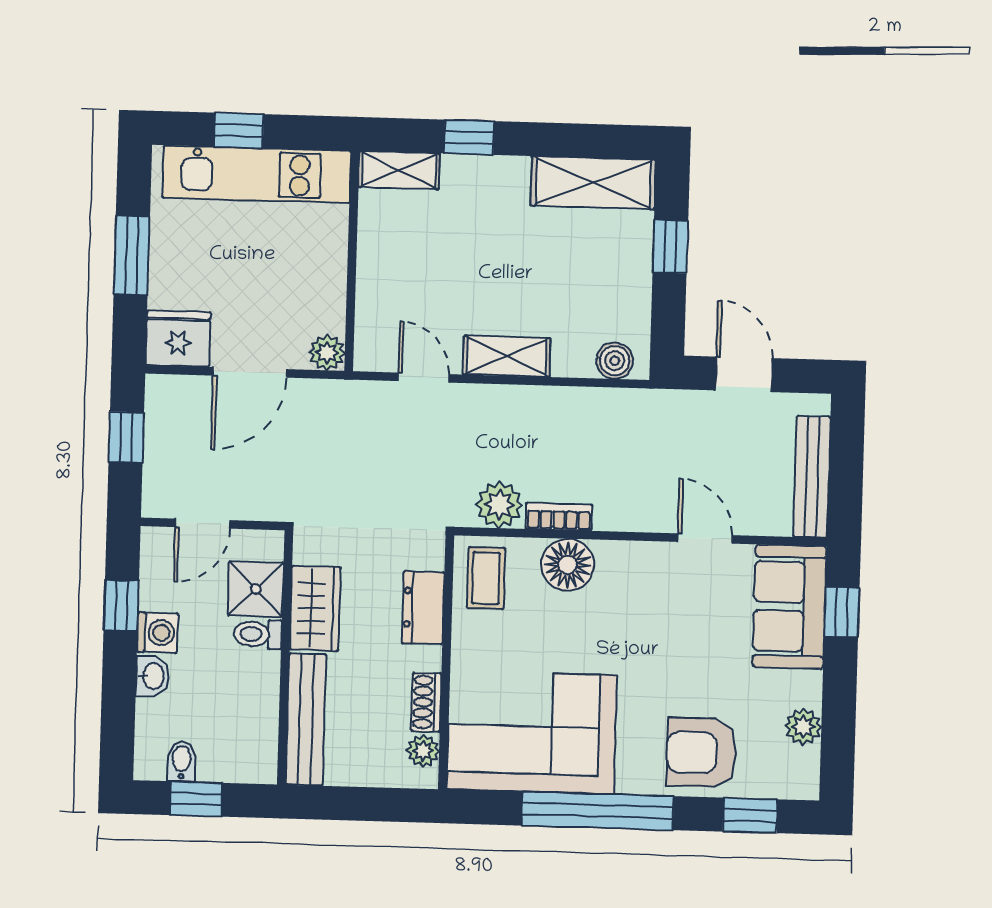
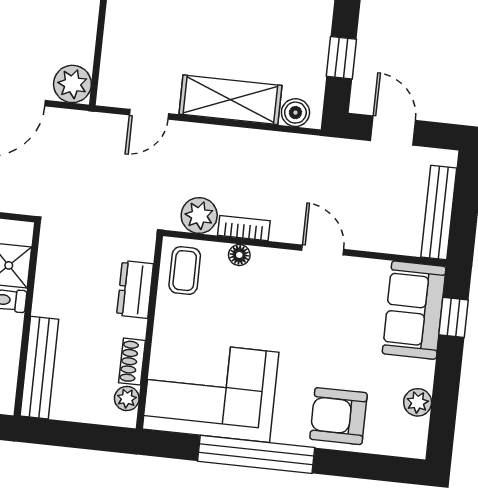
window: (670, 247) -> (341, 58), moved
plant: (327, 353) -> (72, 84), width x1.38, depth x1.38
shelving: (507, 356) -> (230, 100), width x1.50, depth x1.33
door: (424, 378) -> (149, 114), swing flipped
door: (705, 538) -> (323, 250), moved
floor lamp: (568, 565) -> (239, 255), width x0.53, depth x0.53
wardrobe: (315, 608) -> (53, 284), removed
window: (750, 815) -> (372, 467), removed

